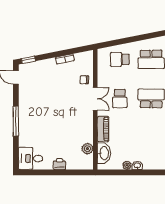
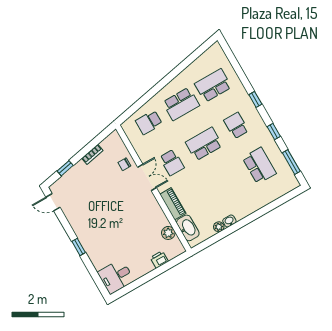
window: (28, 60) -> (65, 168), moved
window: (16, 121) -> (79, 247), width x0.46
printer: (59, 164) -> (159, 260), moved

